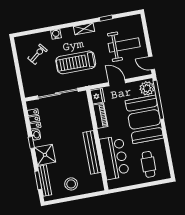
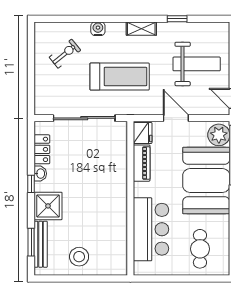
treadmill: (76, 62) -> (120, 77), turned 180
bench: (92, 152) -> (119, 215), removed

